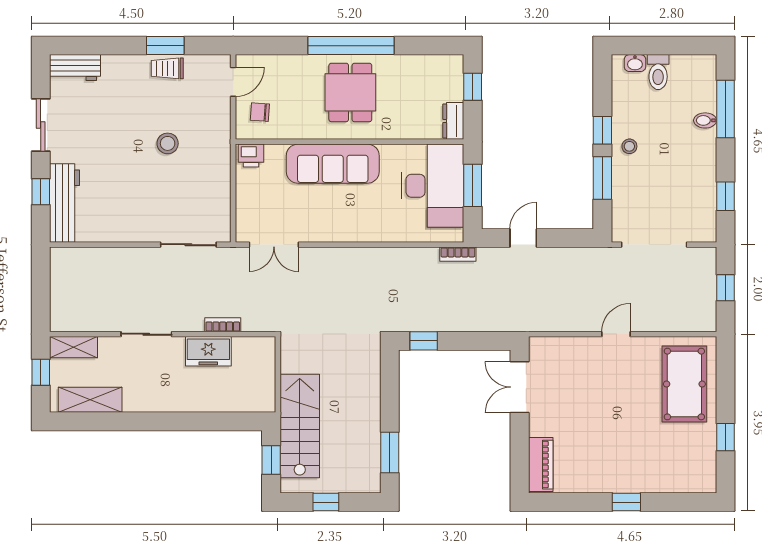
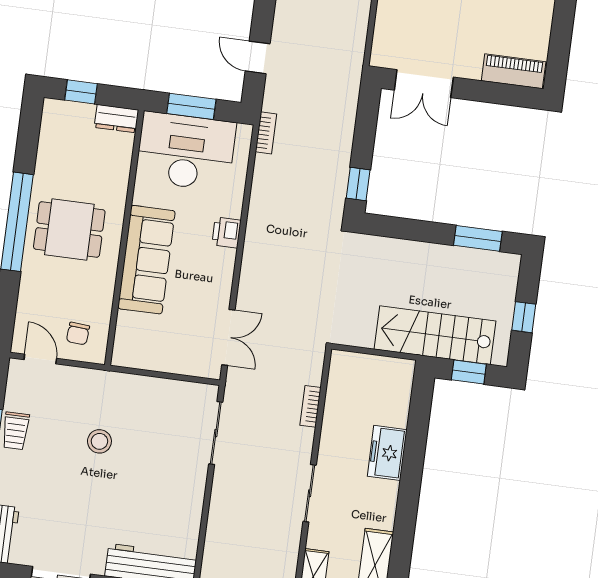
printer: (251, 155) -> (227, 233), moved, turned 180
freezer: (208, 351) -> (387, 453), moved, turned 180

